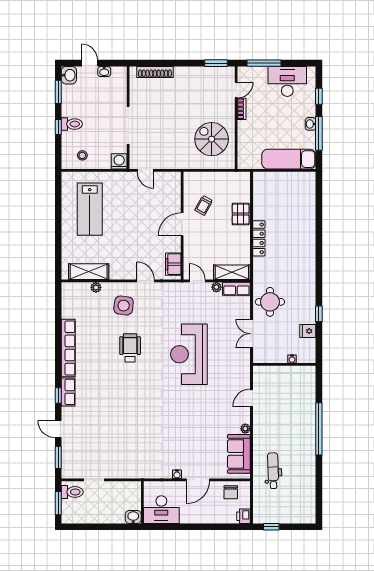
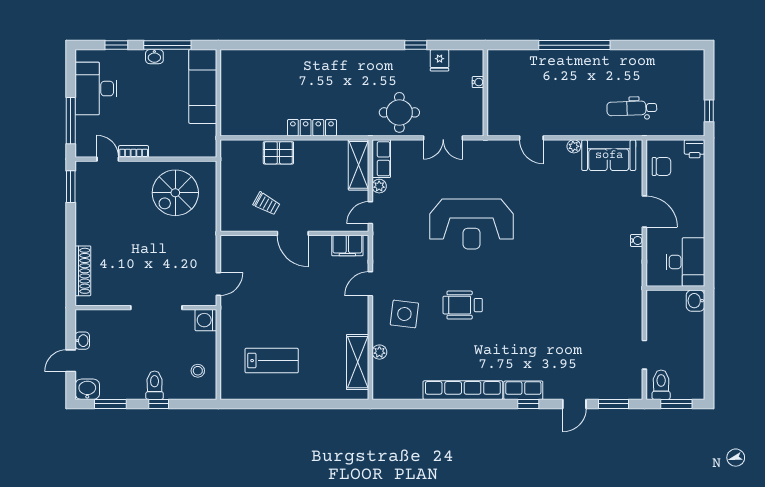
lab bench: (90, 209) -> (272, 361), width x0.73, depth x0.72

